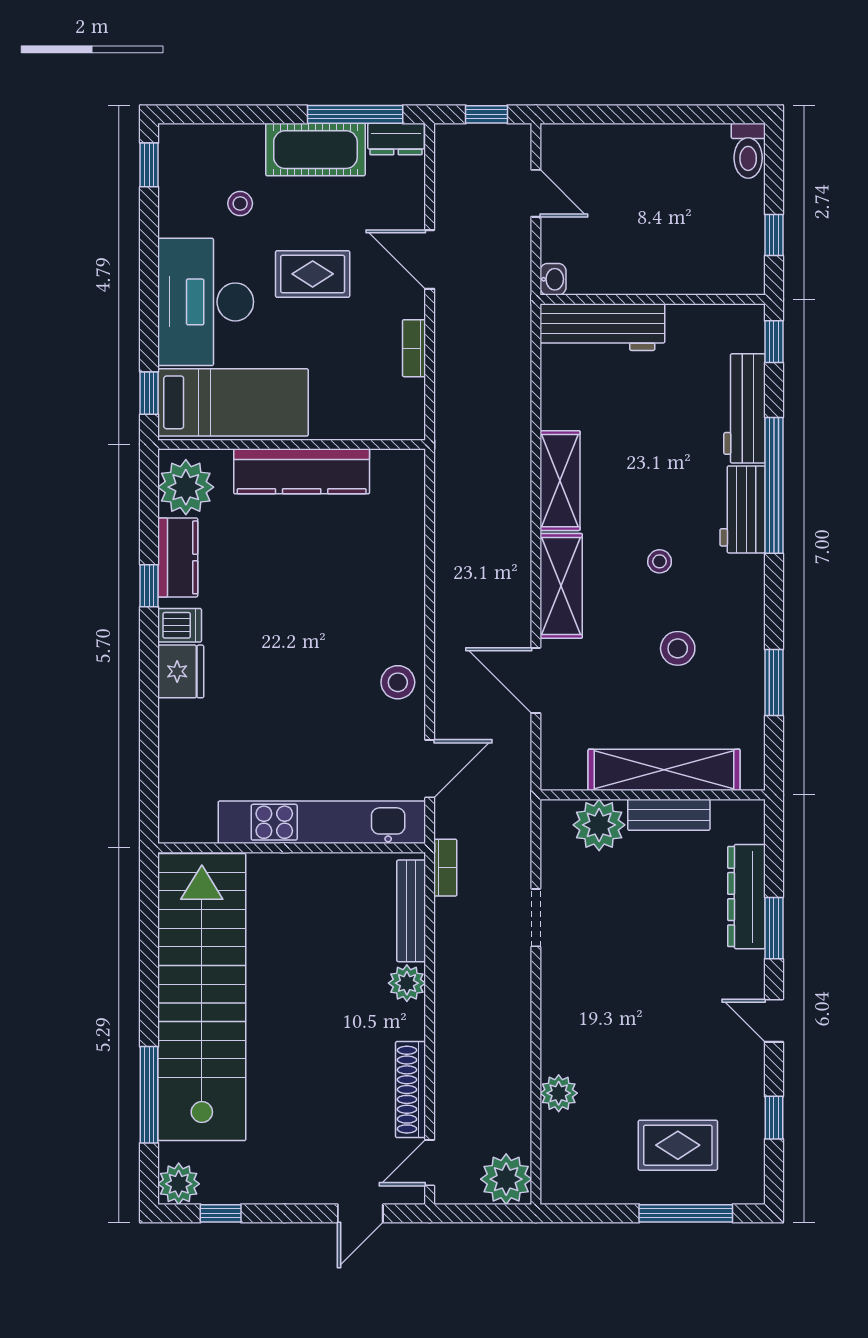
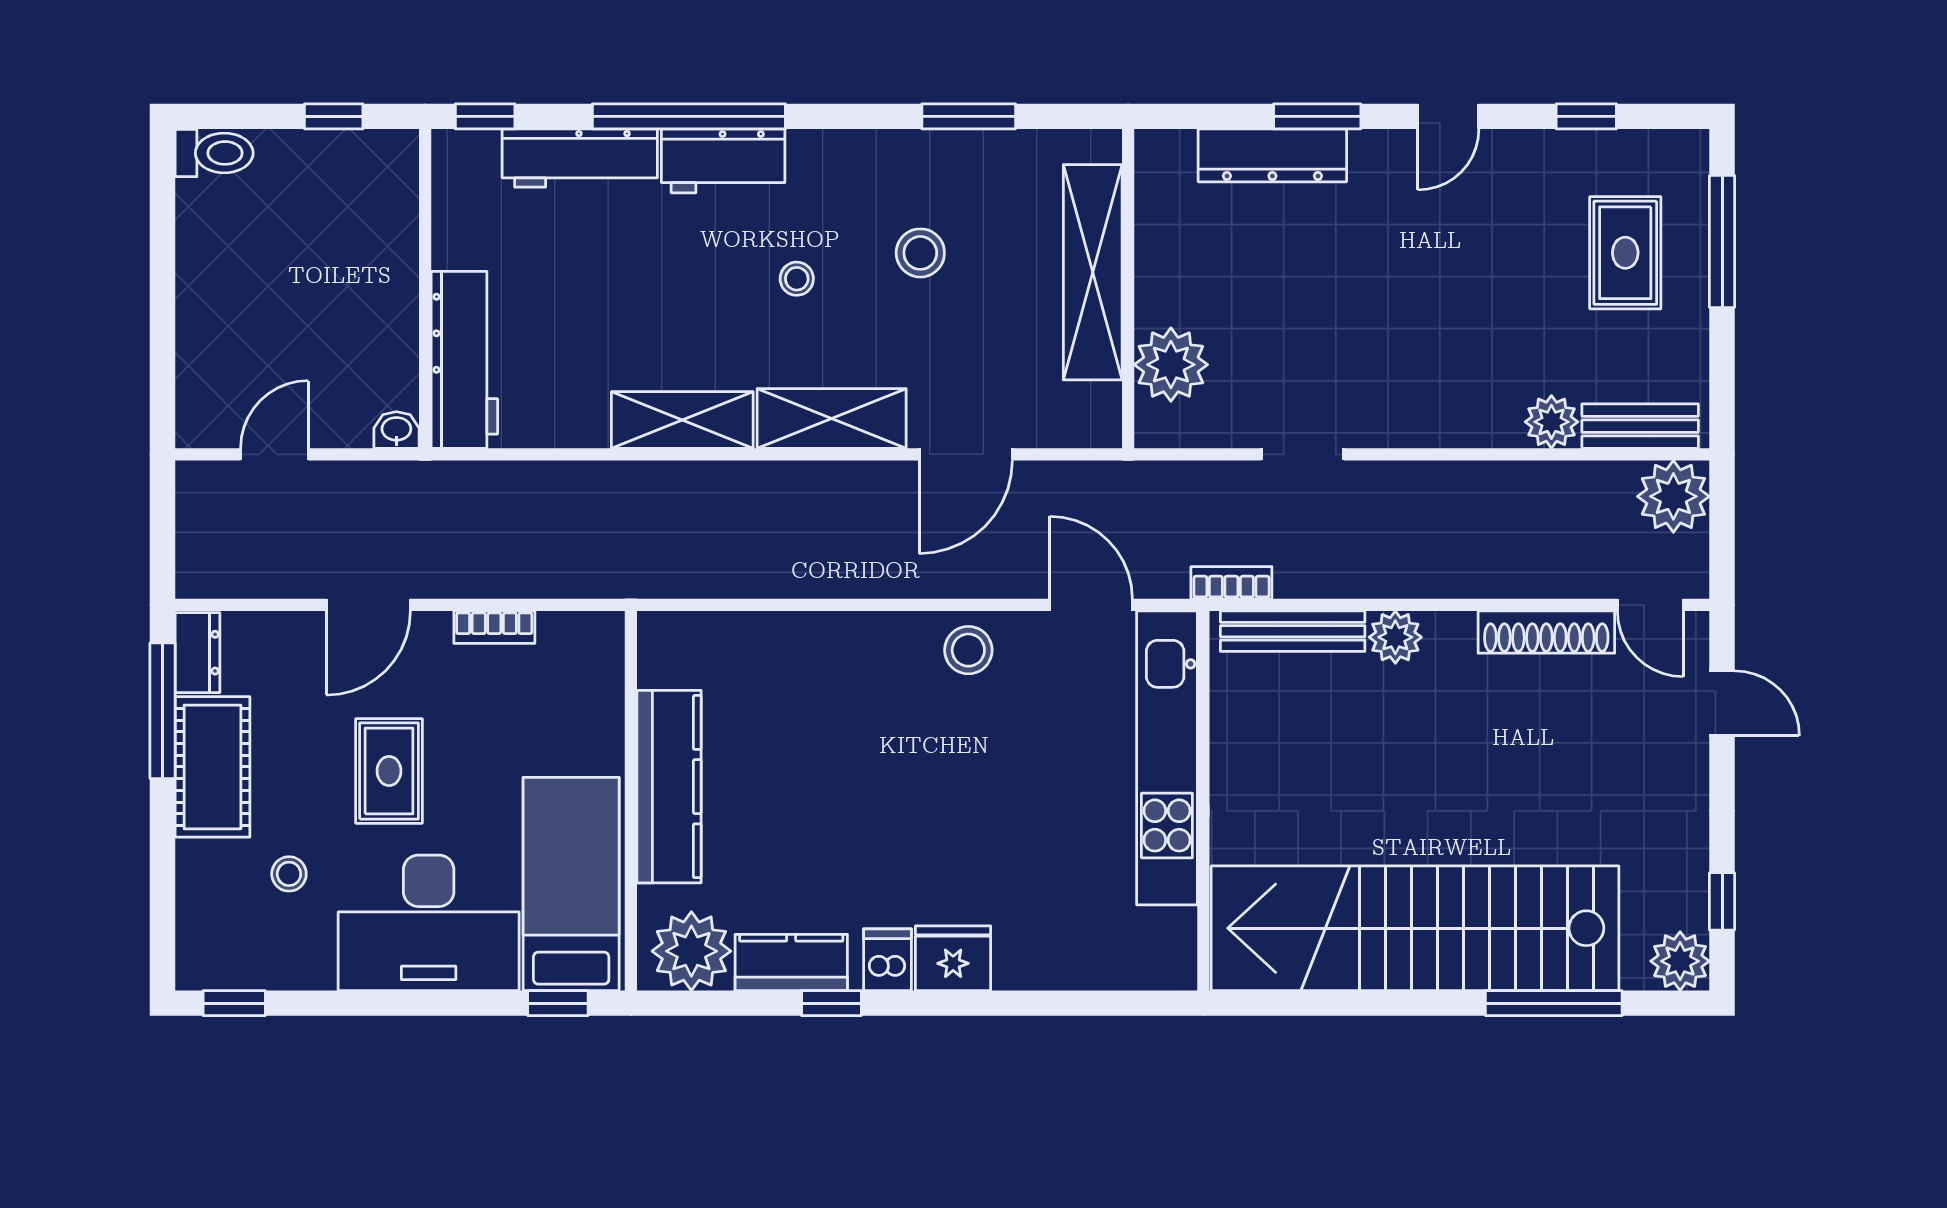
window: (487, 114) -> (162, 524), removed
bench: (669, 815) -> (1640, 426), moved, turned 90

